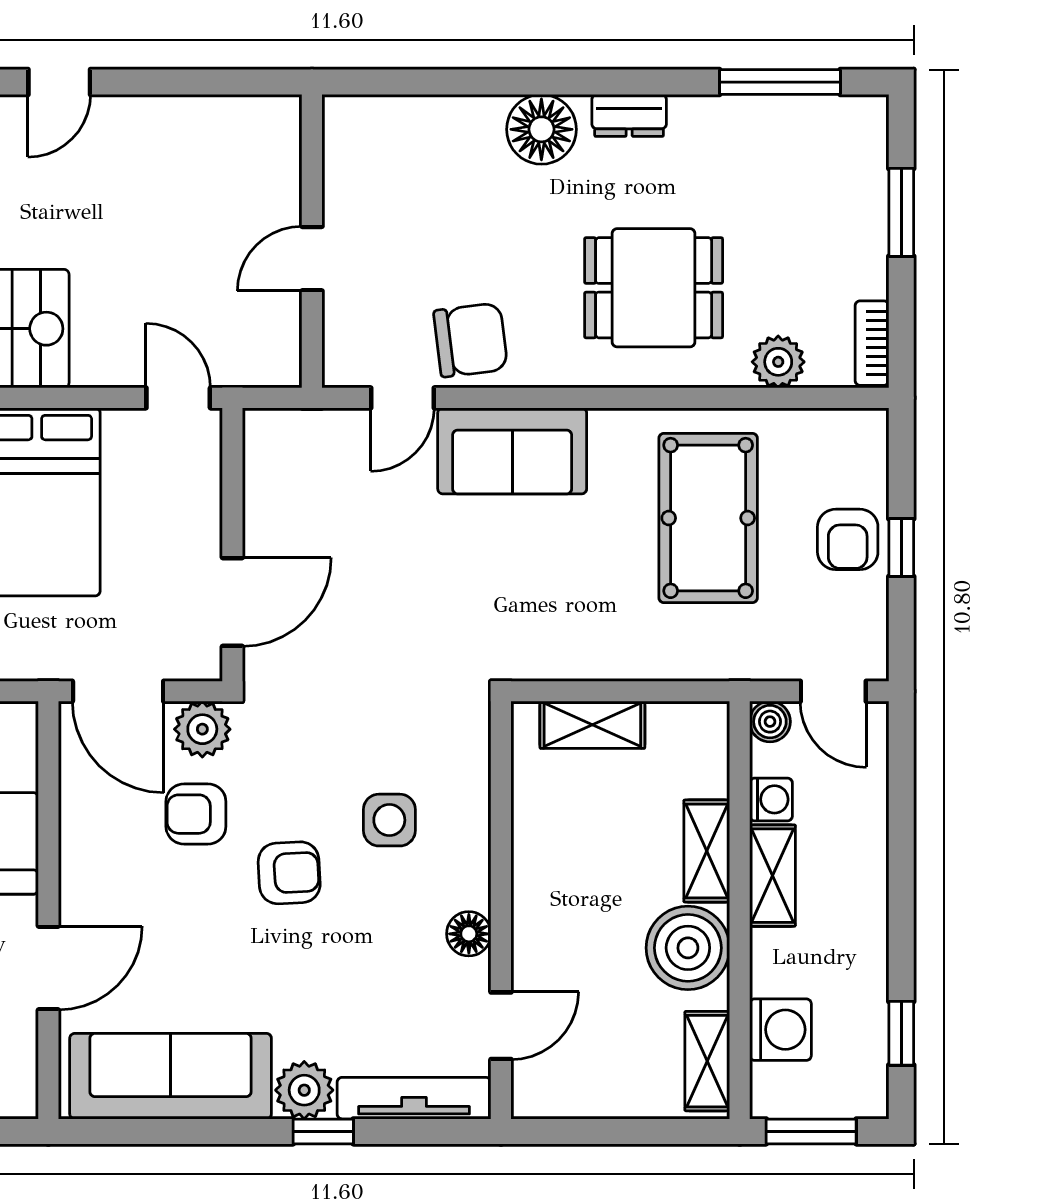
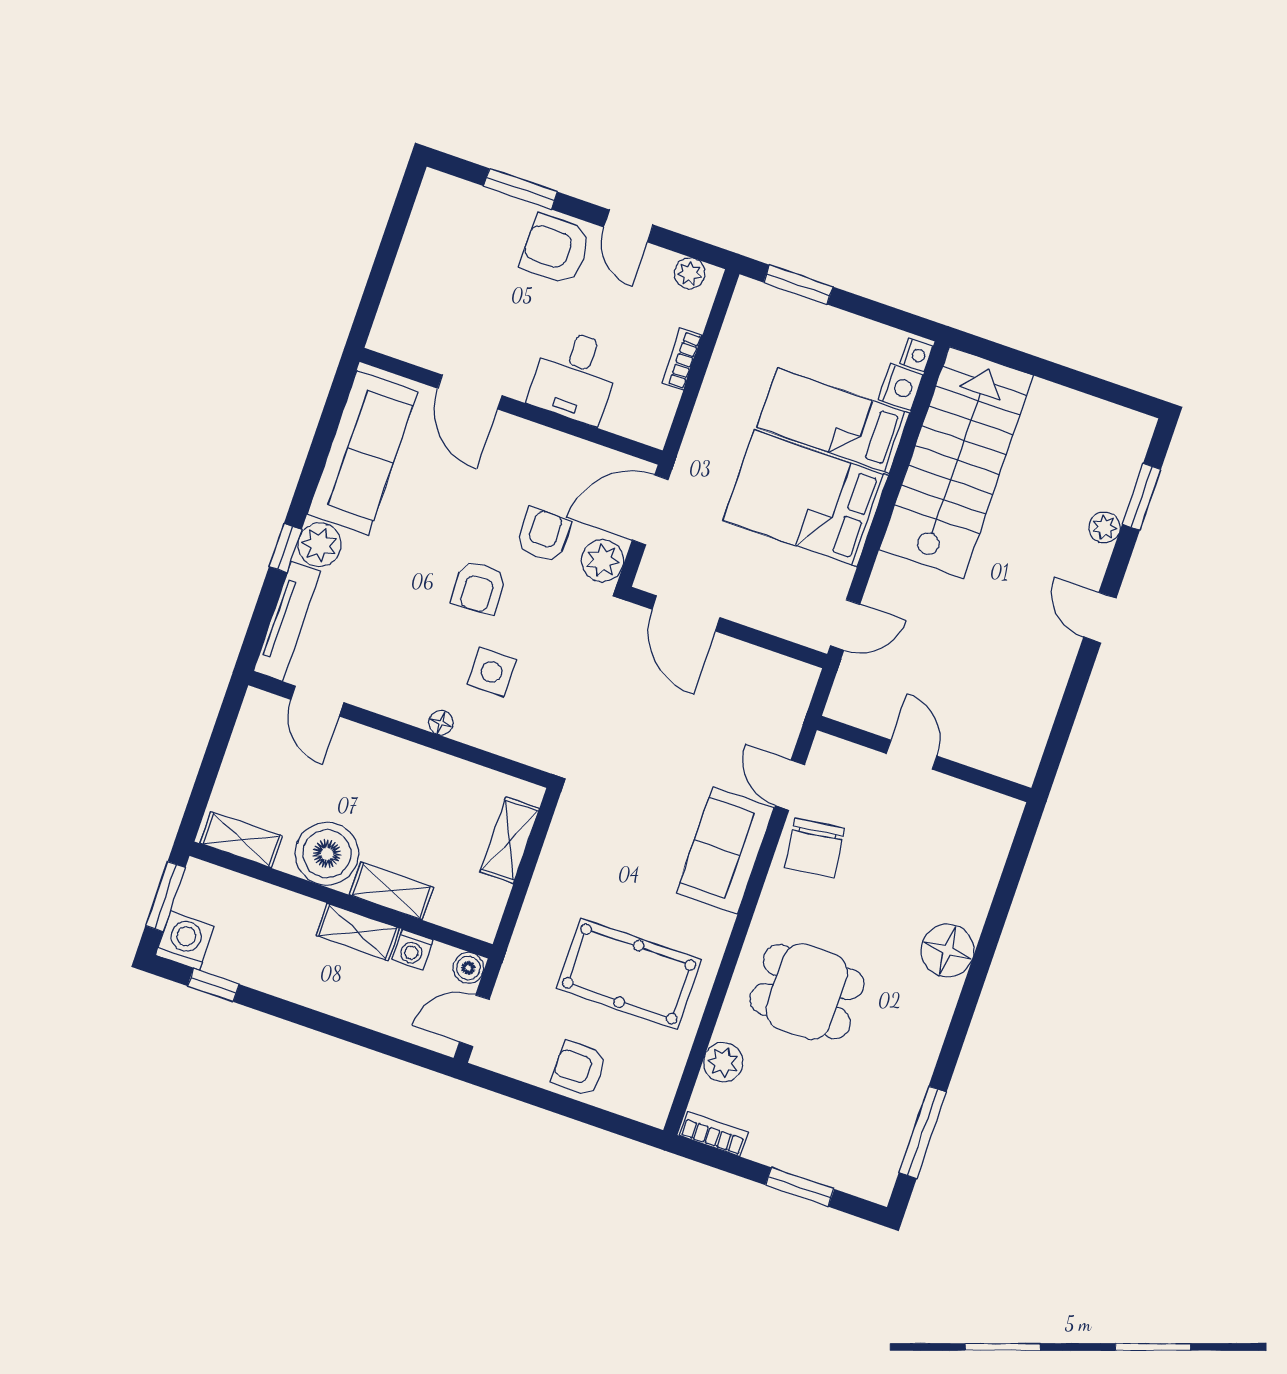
dresser: (629, 115) -> (936, 1016), removed
dining table: (654, 288) -> (807, 992), turned 90
window: (901, 548) -> (560, 1105), removed
floor lamp: (469, 934) -> (441, 723), moved, width x0.73, depth x0.73
washing machine: (780, 1030) -> (185, 941), moved, turned 180

